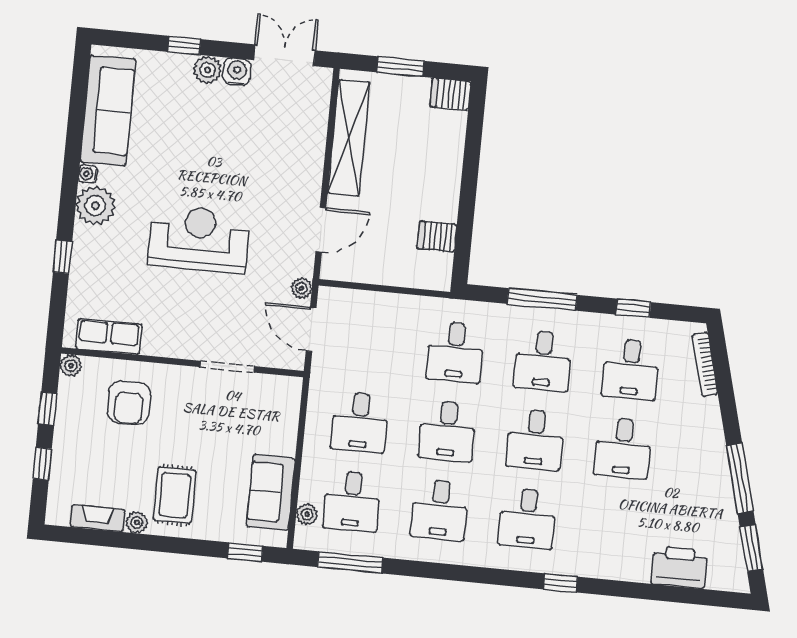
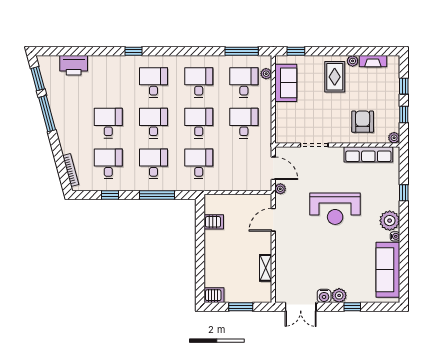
shelving: (349, 138) -> (266, 268), width x0.45, depth x0.75
row of seats: (109, 337) -> (368, 154), width x1.48

